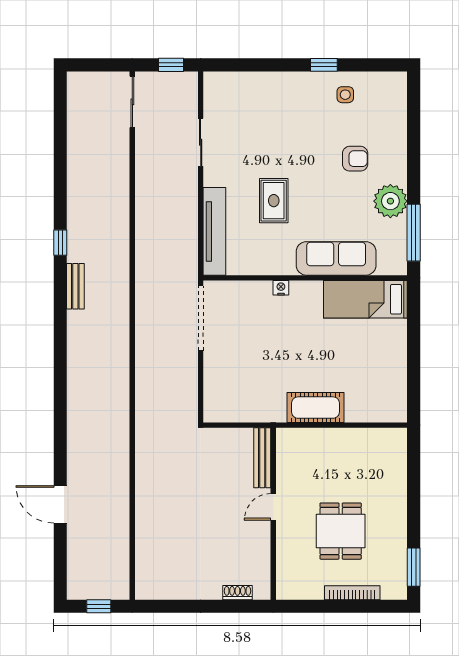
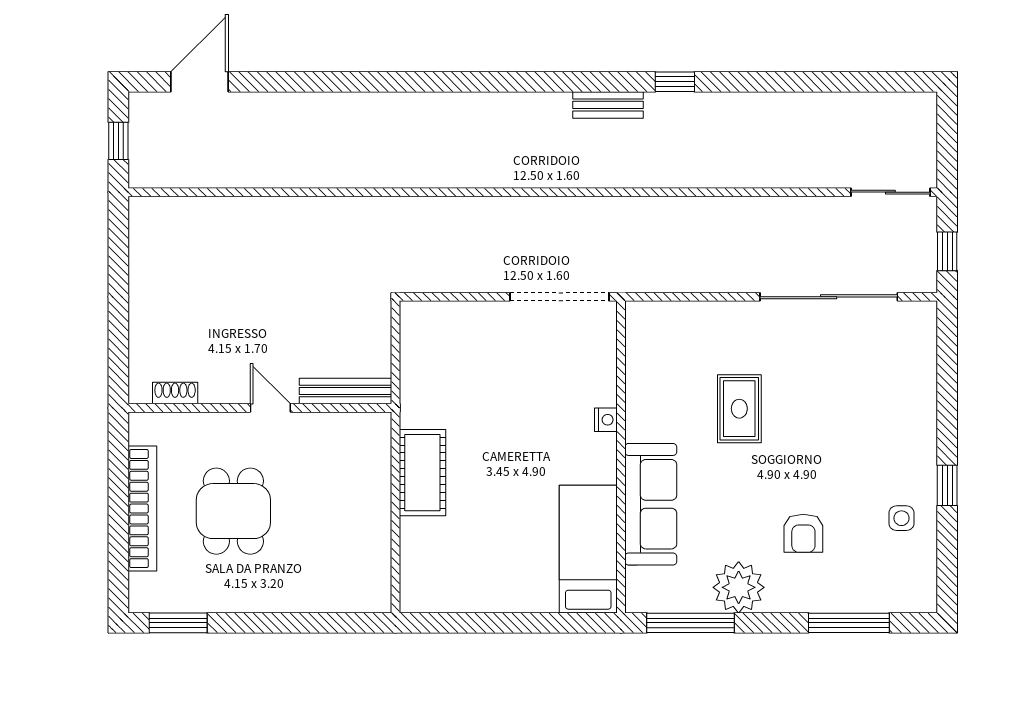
window: (414, 129) -> (849, 623), added
sliding door: (201, 142) -> (829, 297), width x1.86
rug: (274, 201) -> (739, 409), turned 90
tv unit: (214, 231) -> (692, 318), removed
door: (60, 504) -> (200, 82), moved
dining table: (341, 531) -> (233, 511), turned 90
shoe rack: (237, 593) -> (175, 393), moved, turned -90
bookcase: (352, 593) -> (142, 509), width x1.48, depth x1.31

